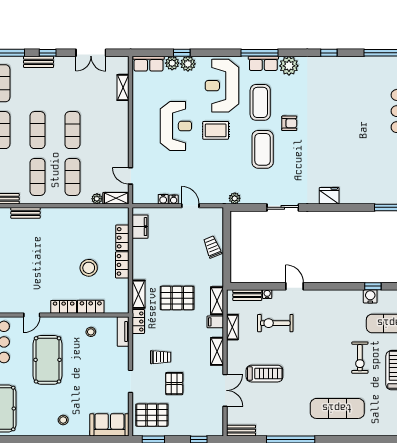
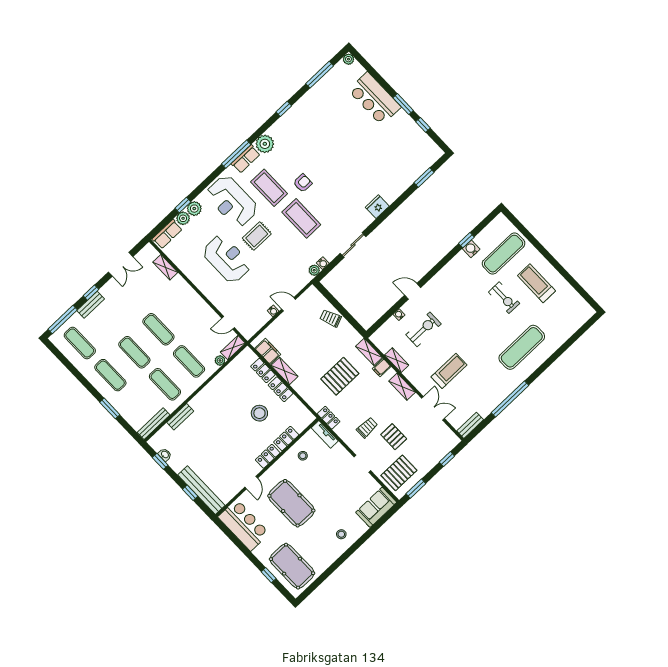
water cooler: (163, 199) -> (323, 263), moved
shelving: (139, 294) -> (284, 371), moved
bench: (247, 295) -> (386, 328), removed
exercise bike: (275, 323) -> (424, 329), turned 180

